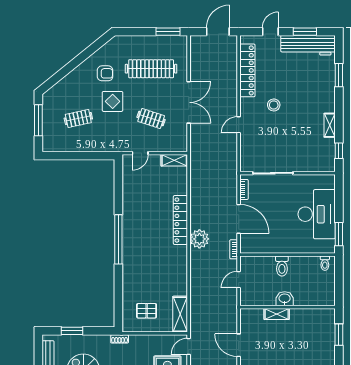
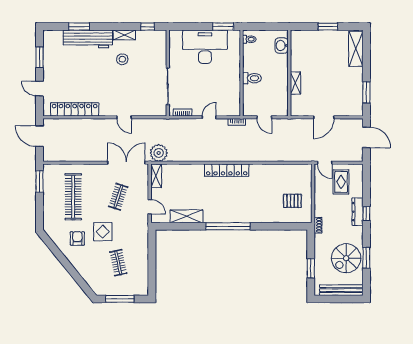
workbench: (308, 45) -> (88, 39), moved, turned 90
double door: (189, 102) -> (126, 163), moved
stool: (274, 105) -> (122, 59), moved
door: (239, 219) -> (209, 117), width x0.53
locker: (180, 220) -> (227, 170), moved
plant: (199, 239) -> (159, 153), moved
washbasin: (285, 299) -> (282, 46), moved
pallet: (147, 311) -> (292, 201), turned 90
shelving: (180, 314) -> (186, 216), moved
window: (339, 335) -> (328, 27), moved

